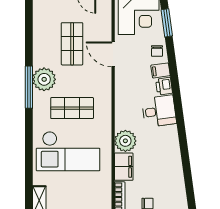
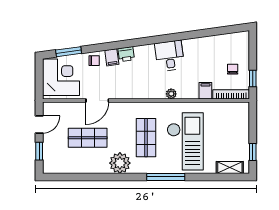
window: (29, 87) -> (166, 177), moved
desk: (159, 111) -> (170, 56), moved
plant: (125, 141) -> (171, 94), width x0.53, depth x0.53
filing cabinet: (124, 167) -> (205, 91), width x0.50

